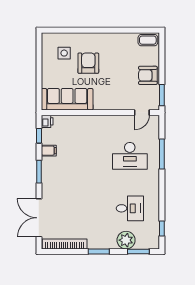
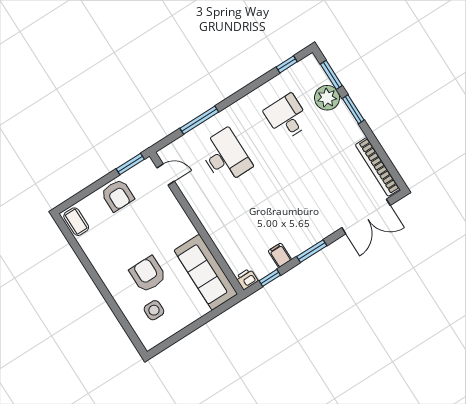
armchair: (88, 63) -> (148, 274), turned 90
window: (99, 252) -> (353, 109), moved

